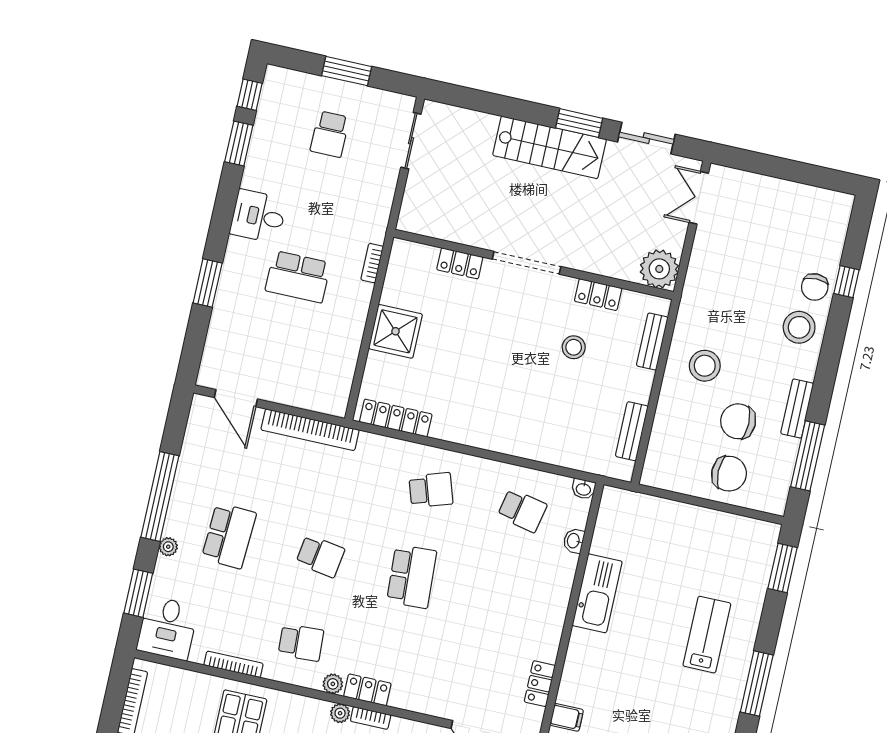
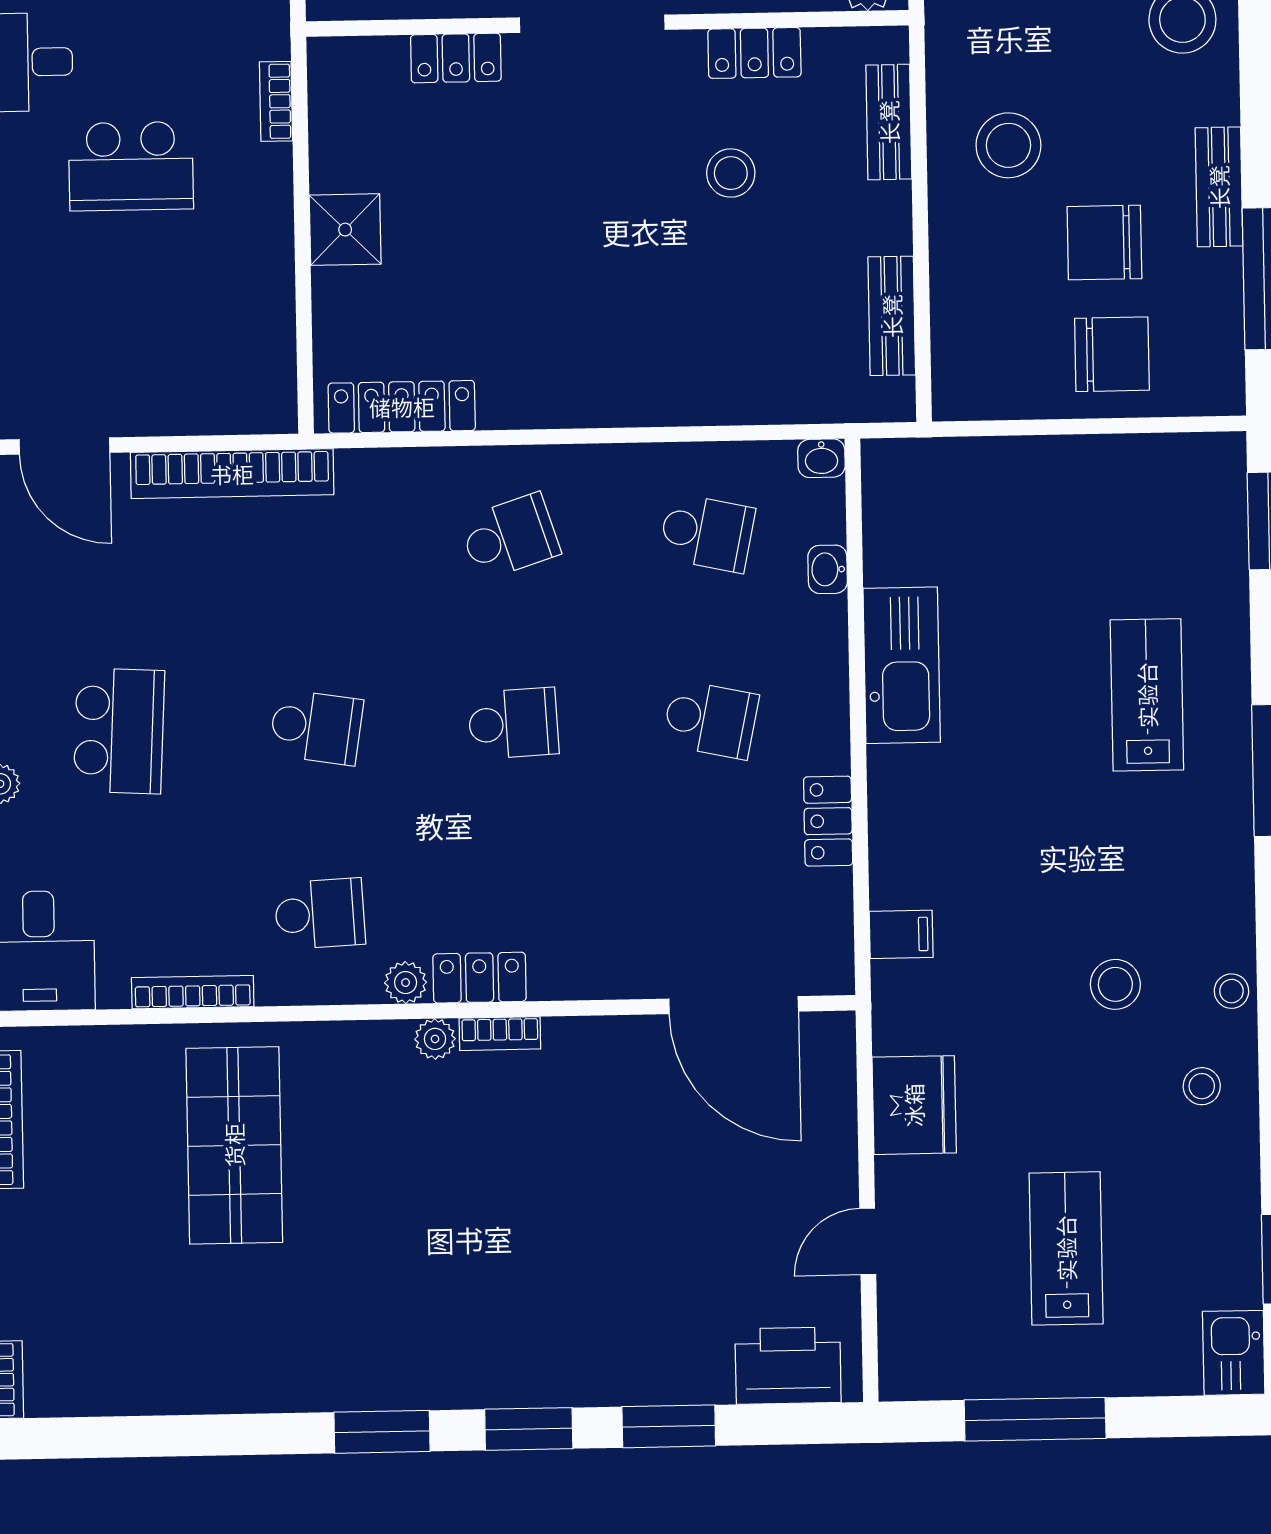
shower: (395, 331) -> (345, 230), width x0.73, depth x0.73
school desk: (412, 576) -> (513, 723), width x0.54
school desk: (503, 597) -> (710, 720), added
locker: (540, 684) -> (828, 821), moved

